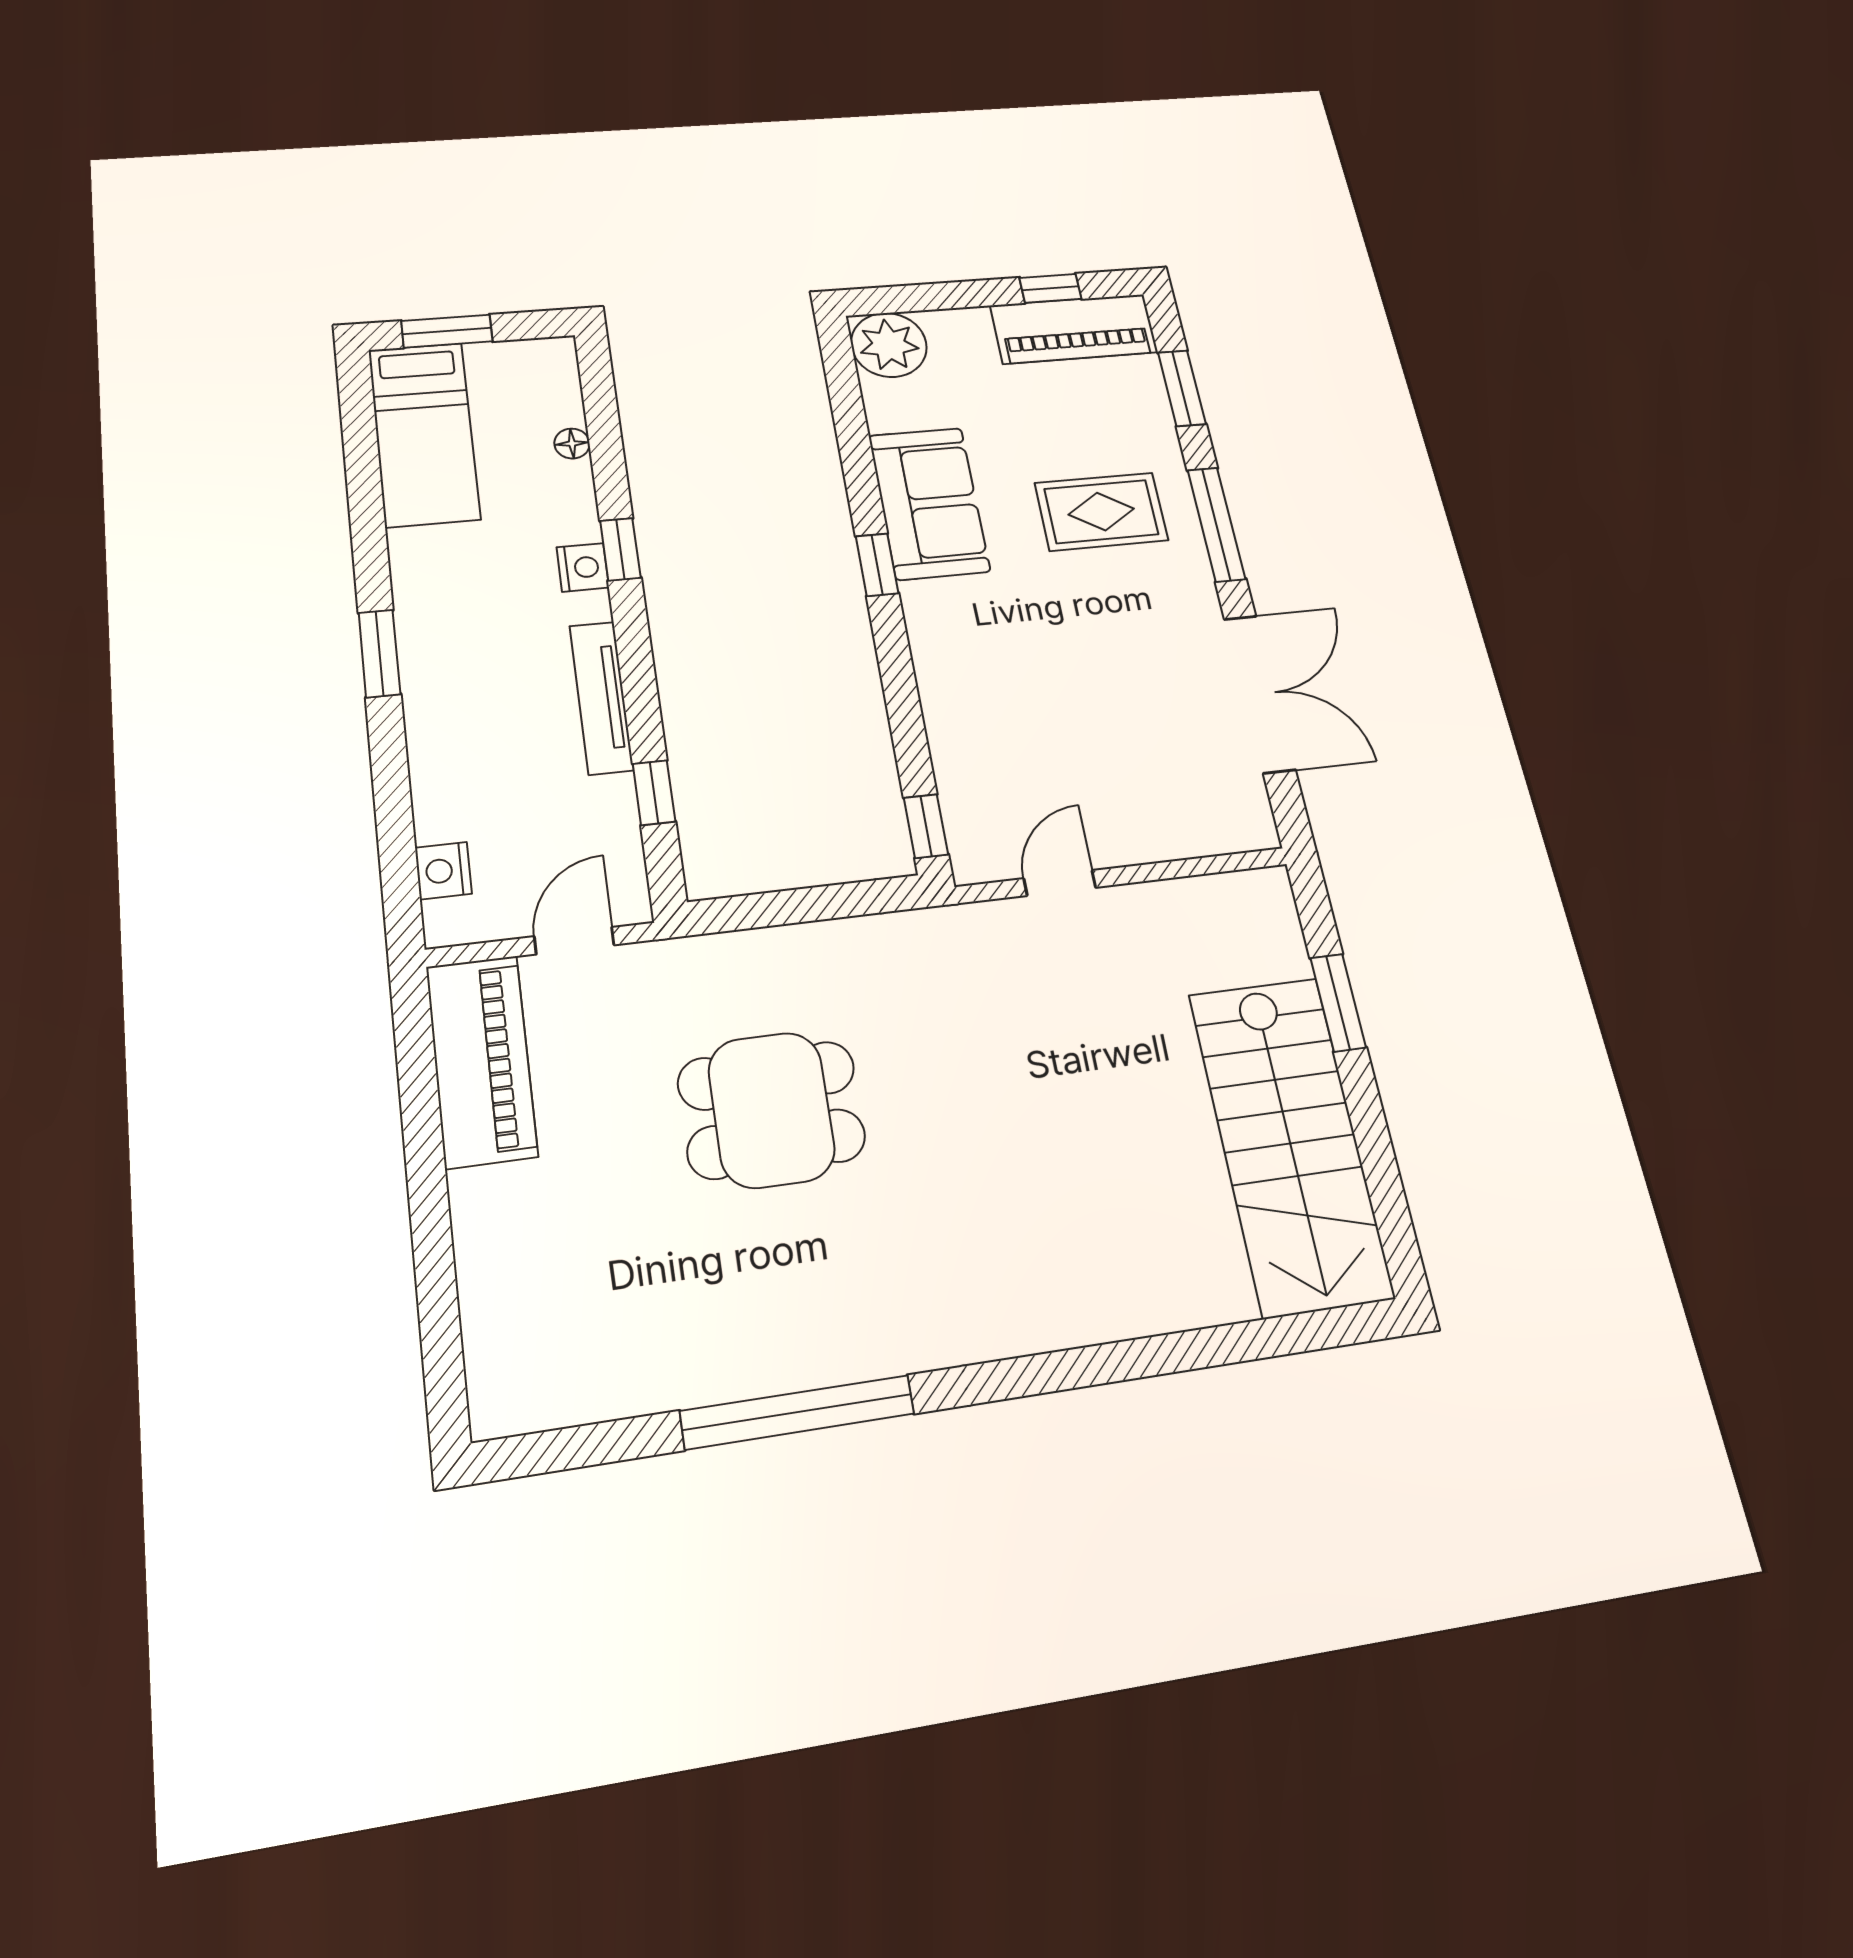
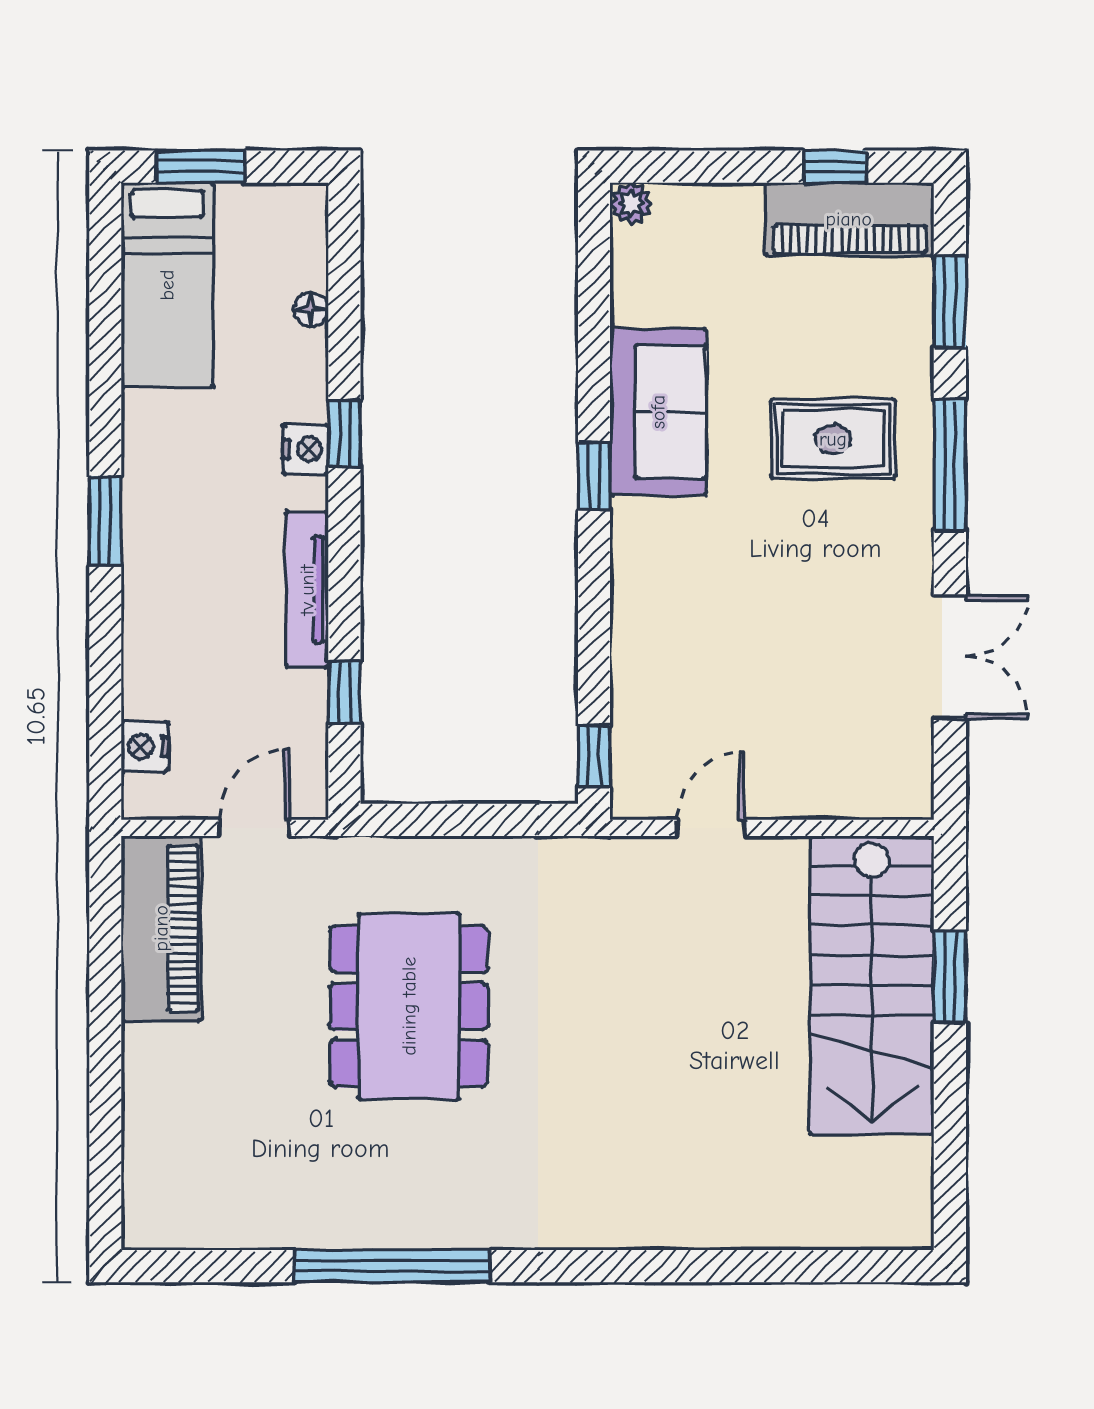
plant: (889, 345) -> (631, 204), width x0.53, depth x0.53
double door: (1259, 694) -> (950, 657), width x0.73
dining table: (771, 1110) -> (409, 1006), width x1.38
stairs: (1290, 1144) -> (872, 985), moved

